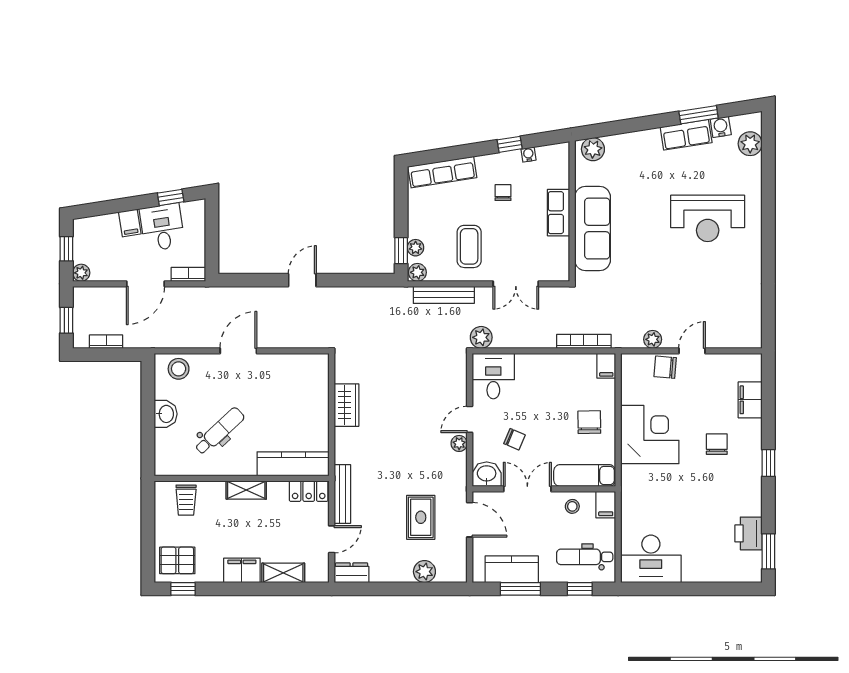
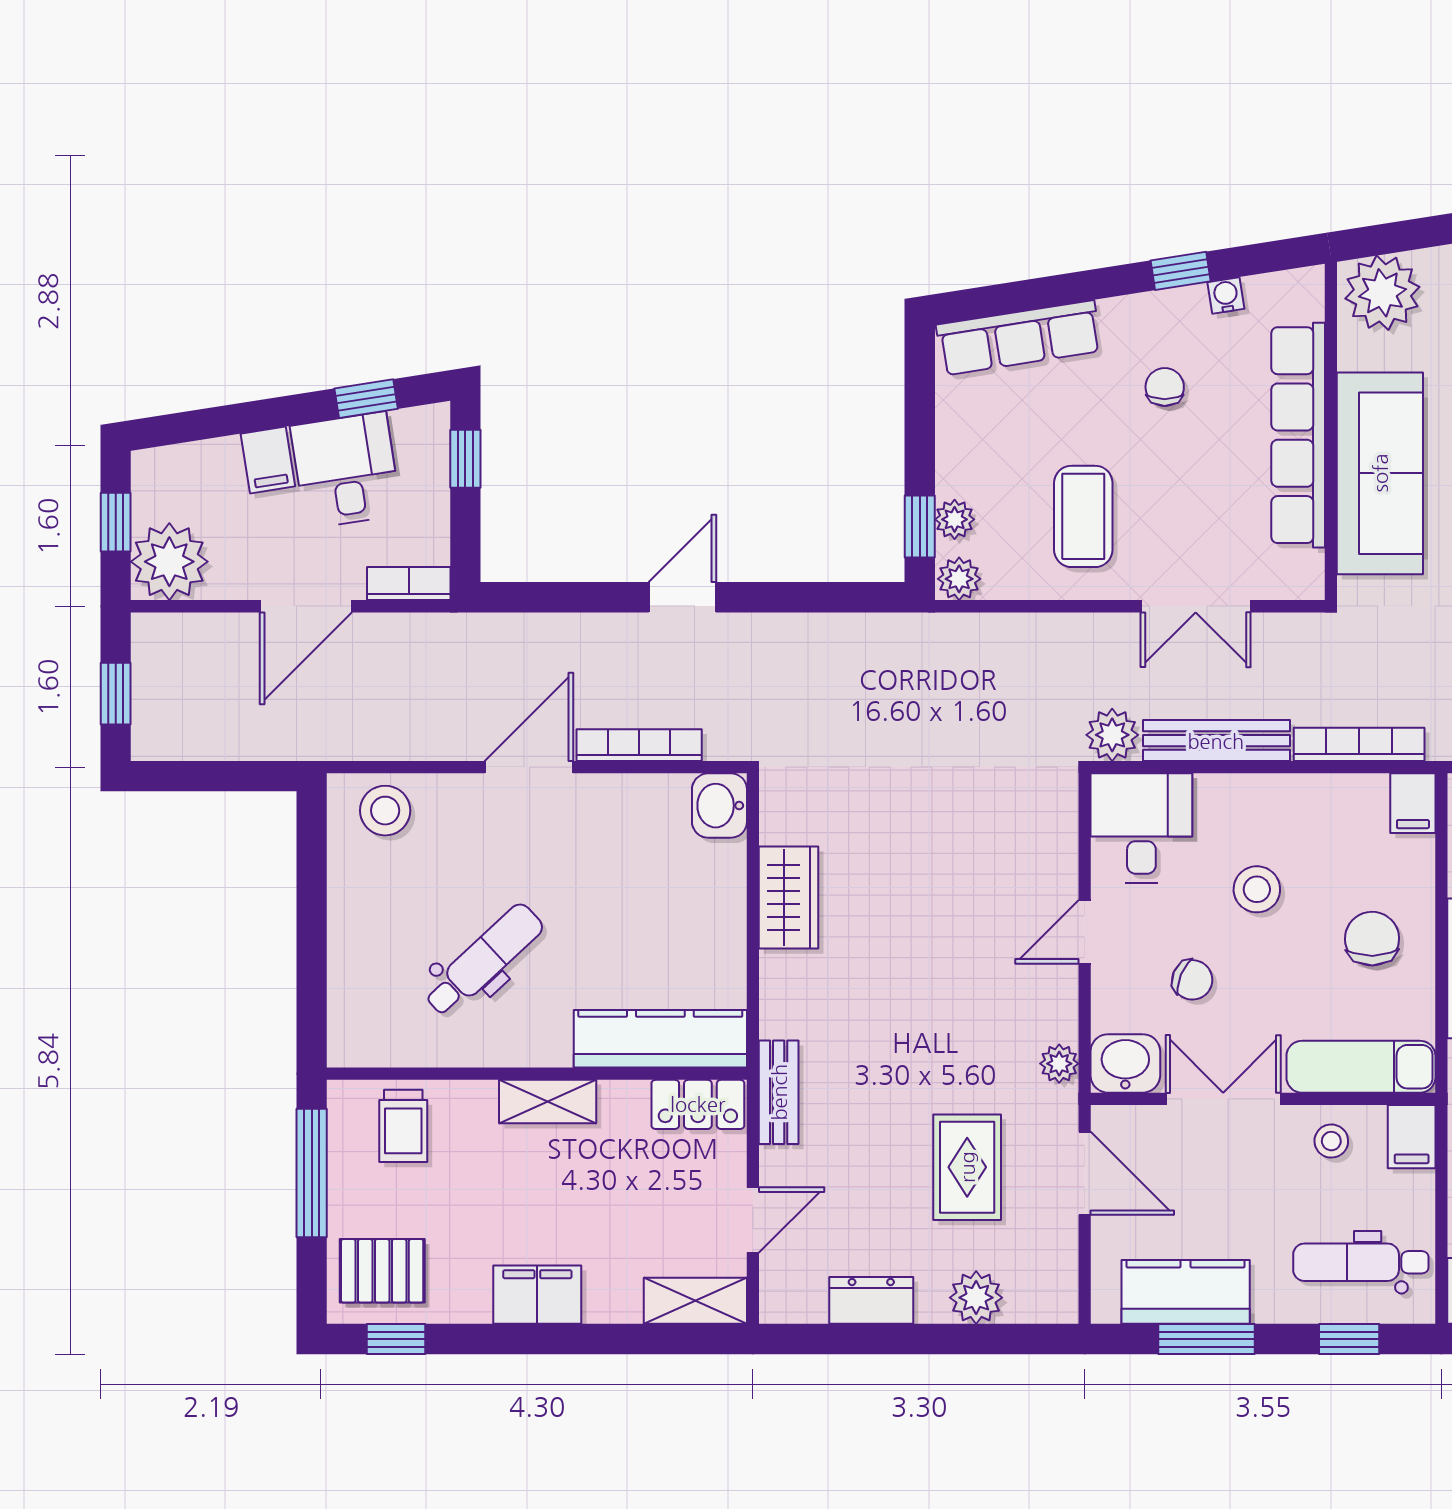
plant: (593, 149) -> (1382, 293), width x1.36, depth x1.36
row of seats: (559, 213) -> (1298, 435), width x2.02
window: (212, 222) -> (465, 459), added
plant: (81, 273) -> (169, 562), width x1.88, depth x1.88
bench: (444, 295) -> (1216, 741), moved
bookcase: (106, 342) -> (639, 745), moved, width x1.56
stool: (541, 402) -> (1257, 889), added
washbasin: (166, 414) -> (719, 806), moved, turned 180
plant: (459, 443) -> (1059, 1064), moved
bench: (342, 494) -> (779, 1092), width x0.73
window: (148, 520) -> (312, 1173), added
shelving: (283, 573) -> (695, 1301), moved
dresser: (352, 573) -> (871, 1300), moved

